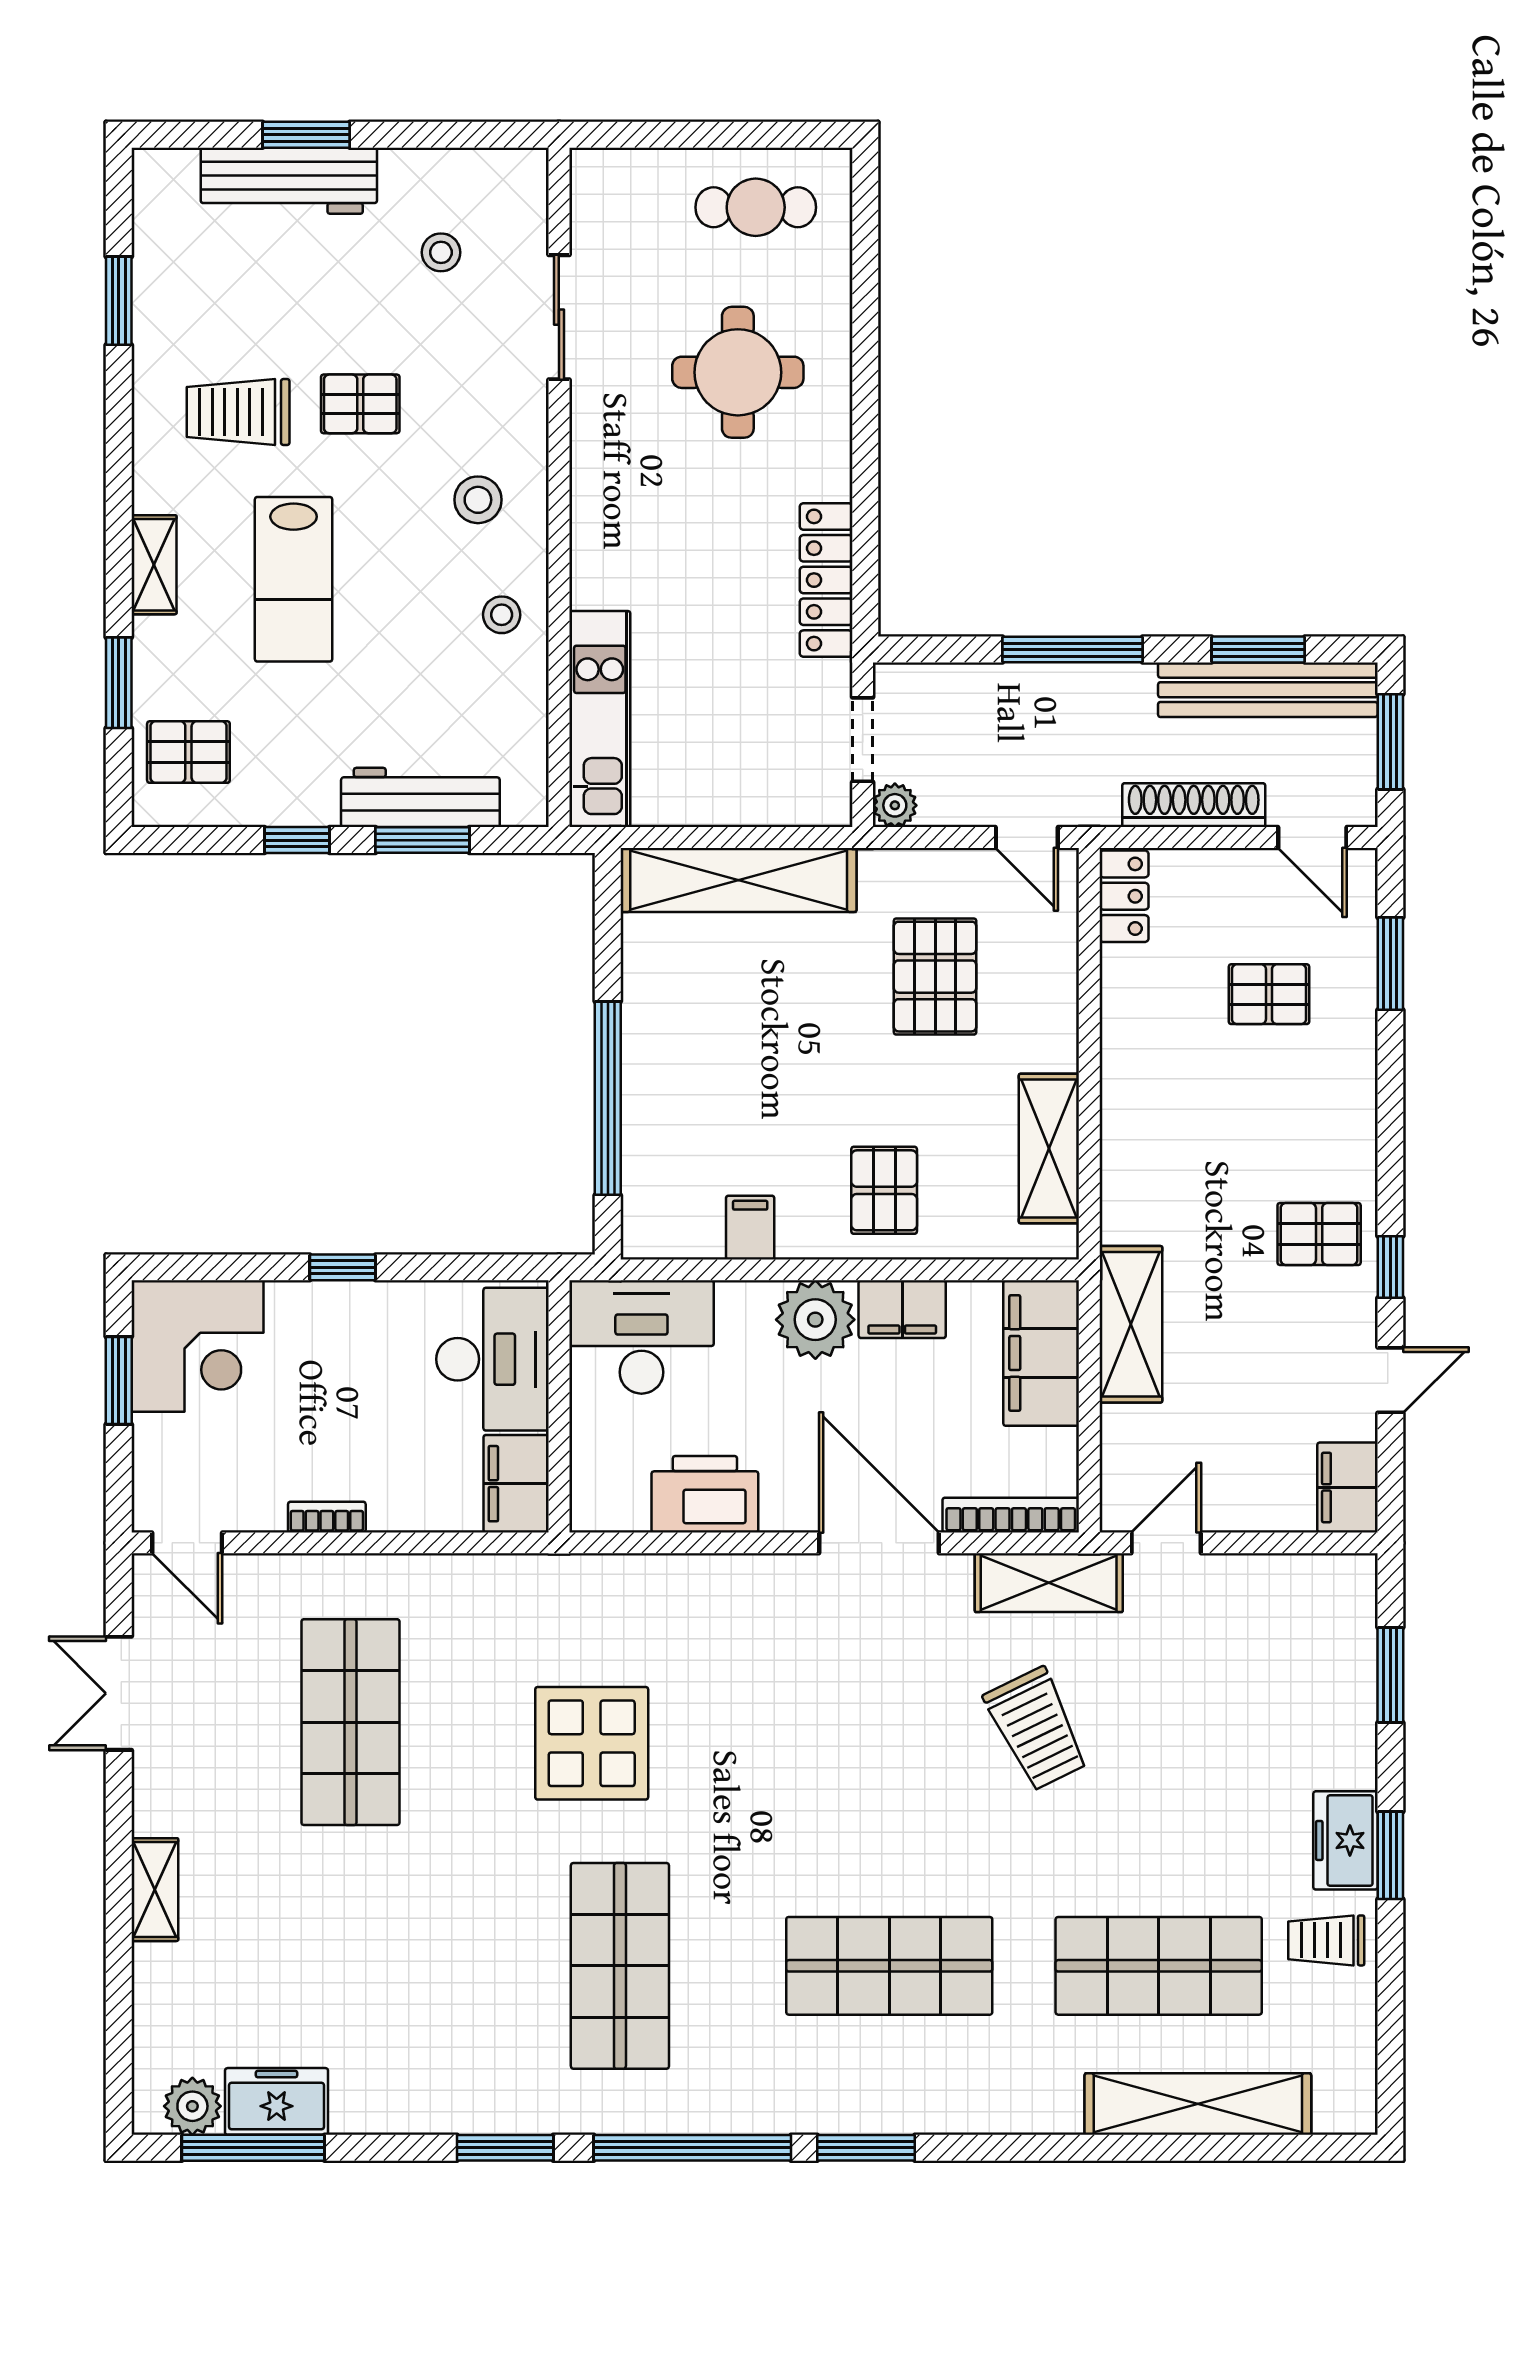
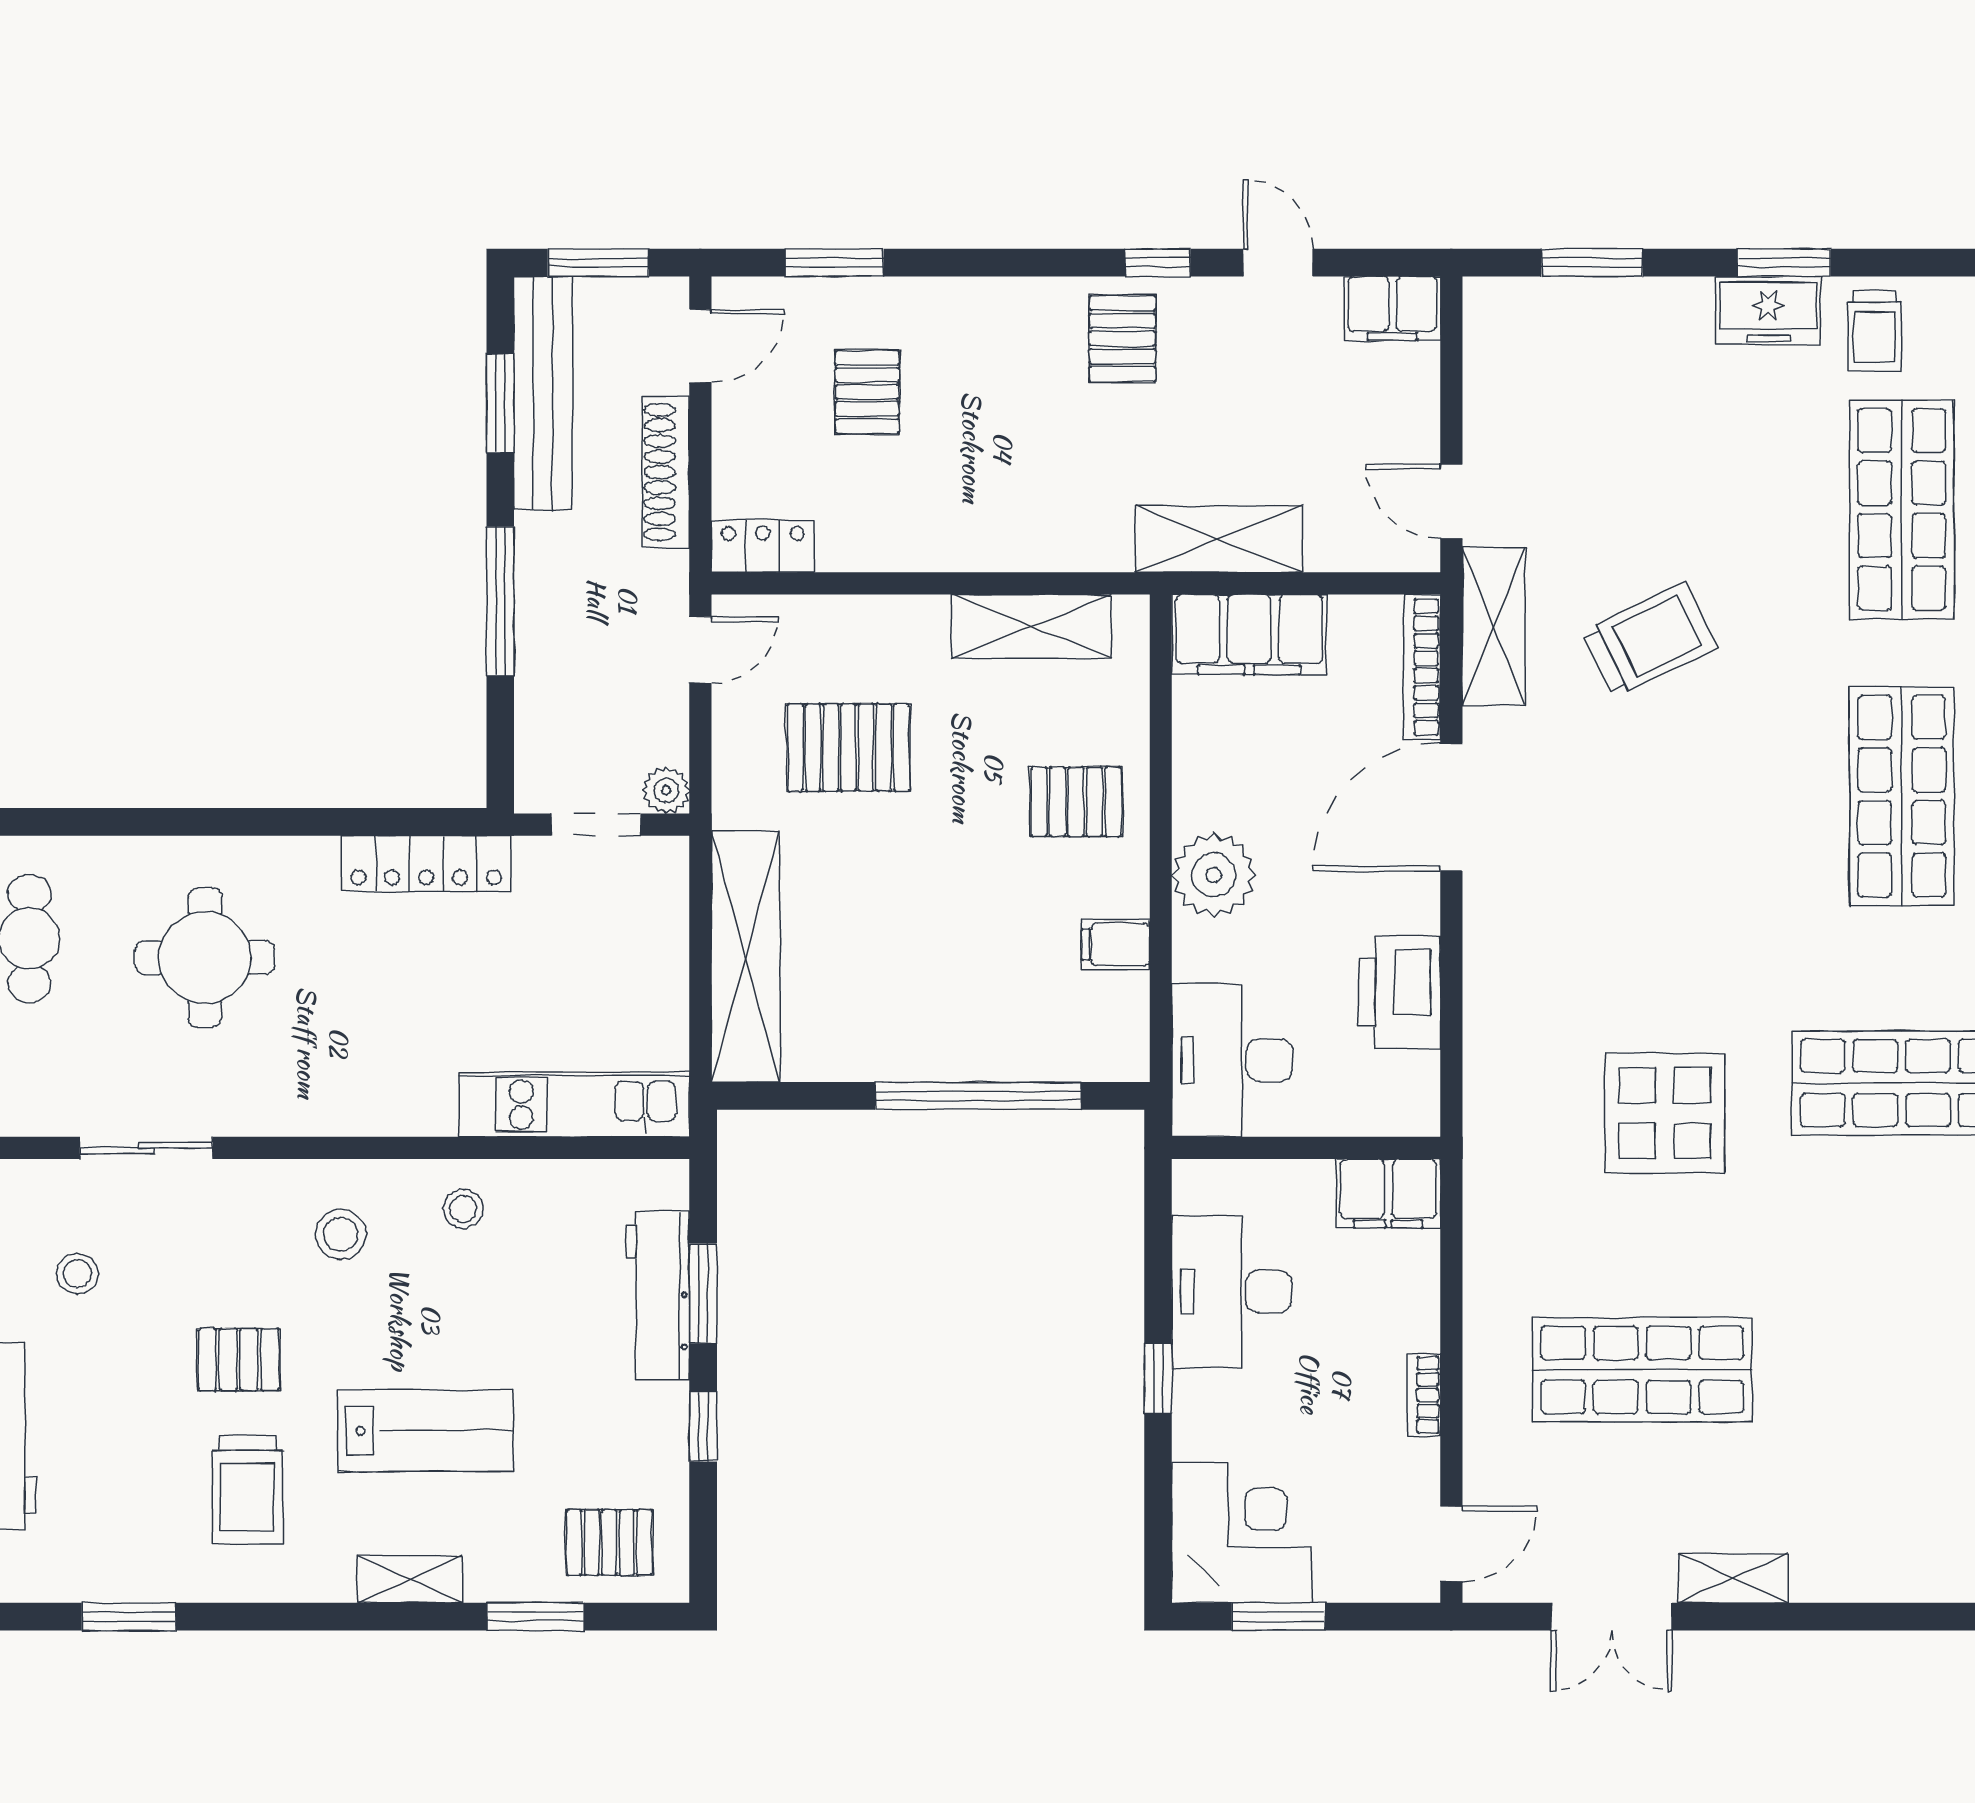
pallet: (360, 404) -> (239, 1360), turned 90
pallet: (188, 752) -> (609, 1542), turned 90
filing cabinet: (902, 1309) -> (1203, 782), removed
desk: (492, 1359) -> (1232, 1292), moved, turned -90
shelving: (155, 1890) -> (1733, 1578), moved

